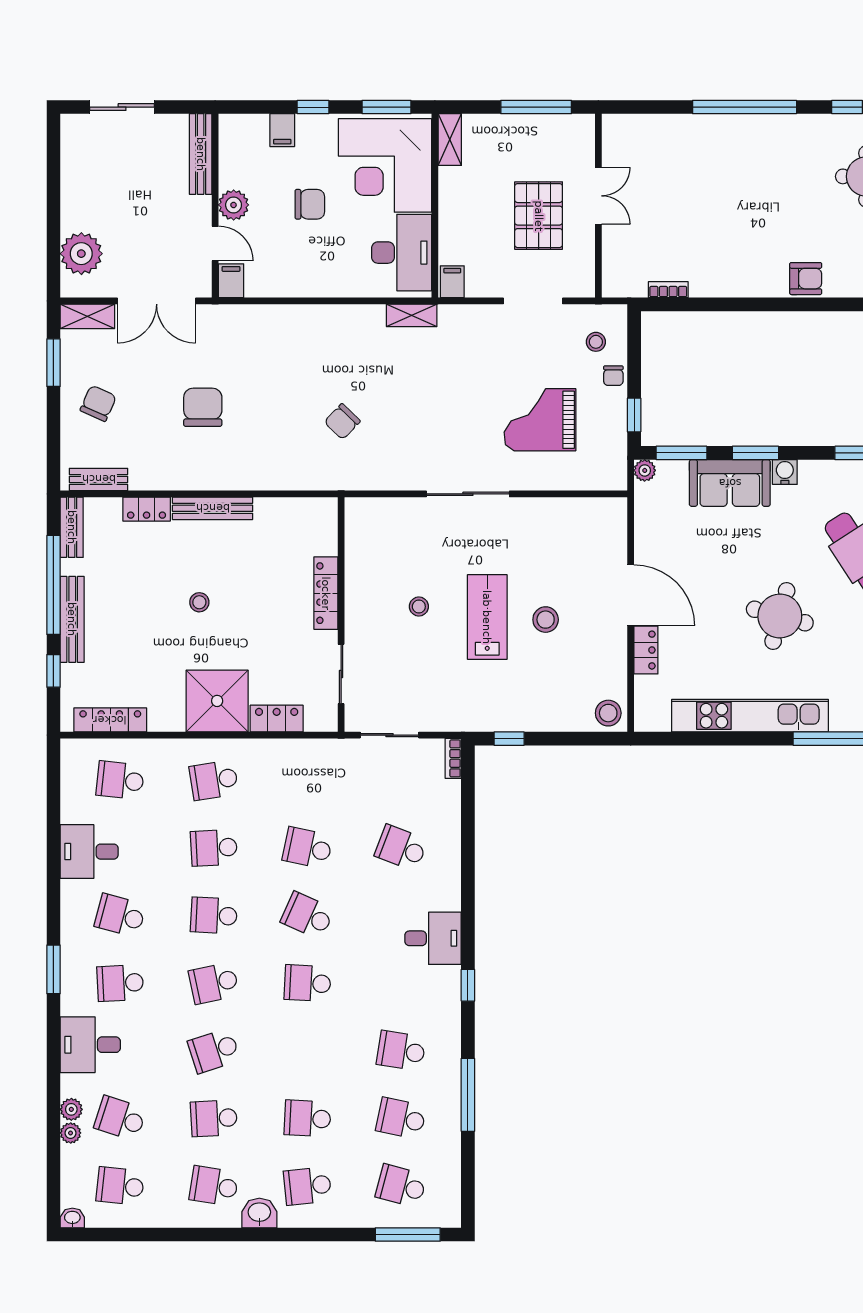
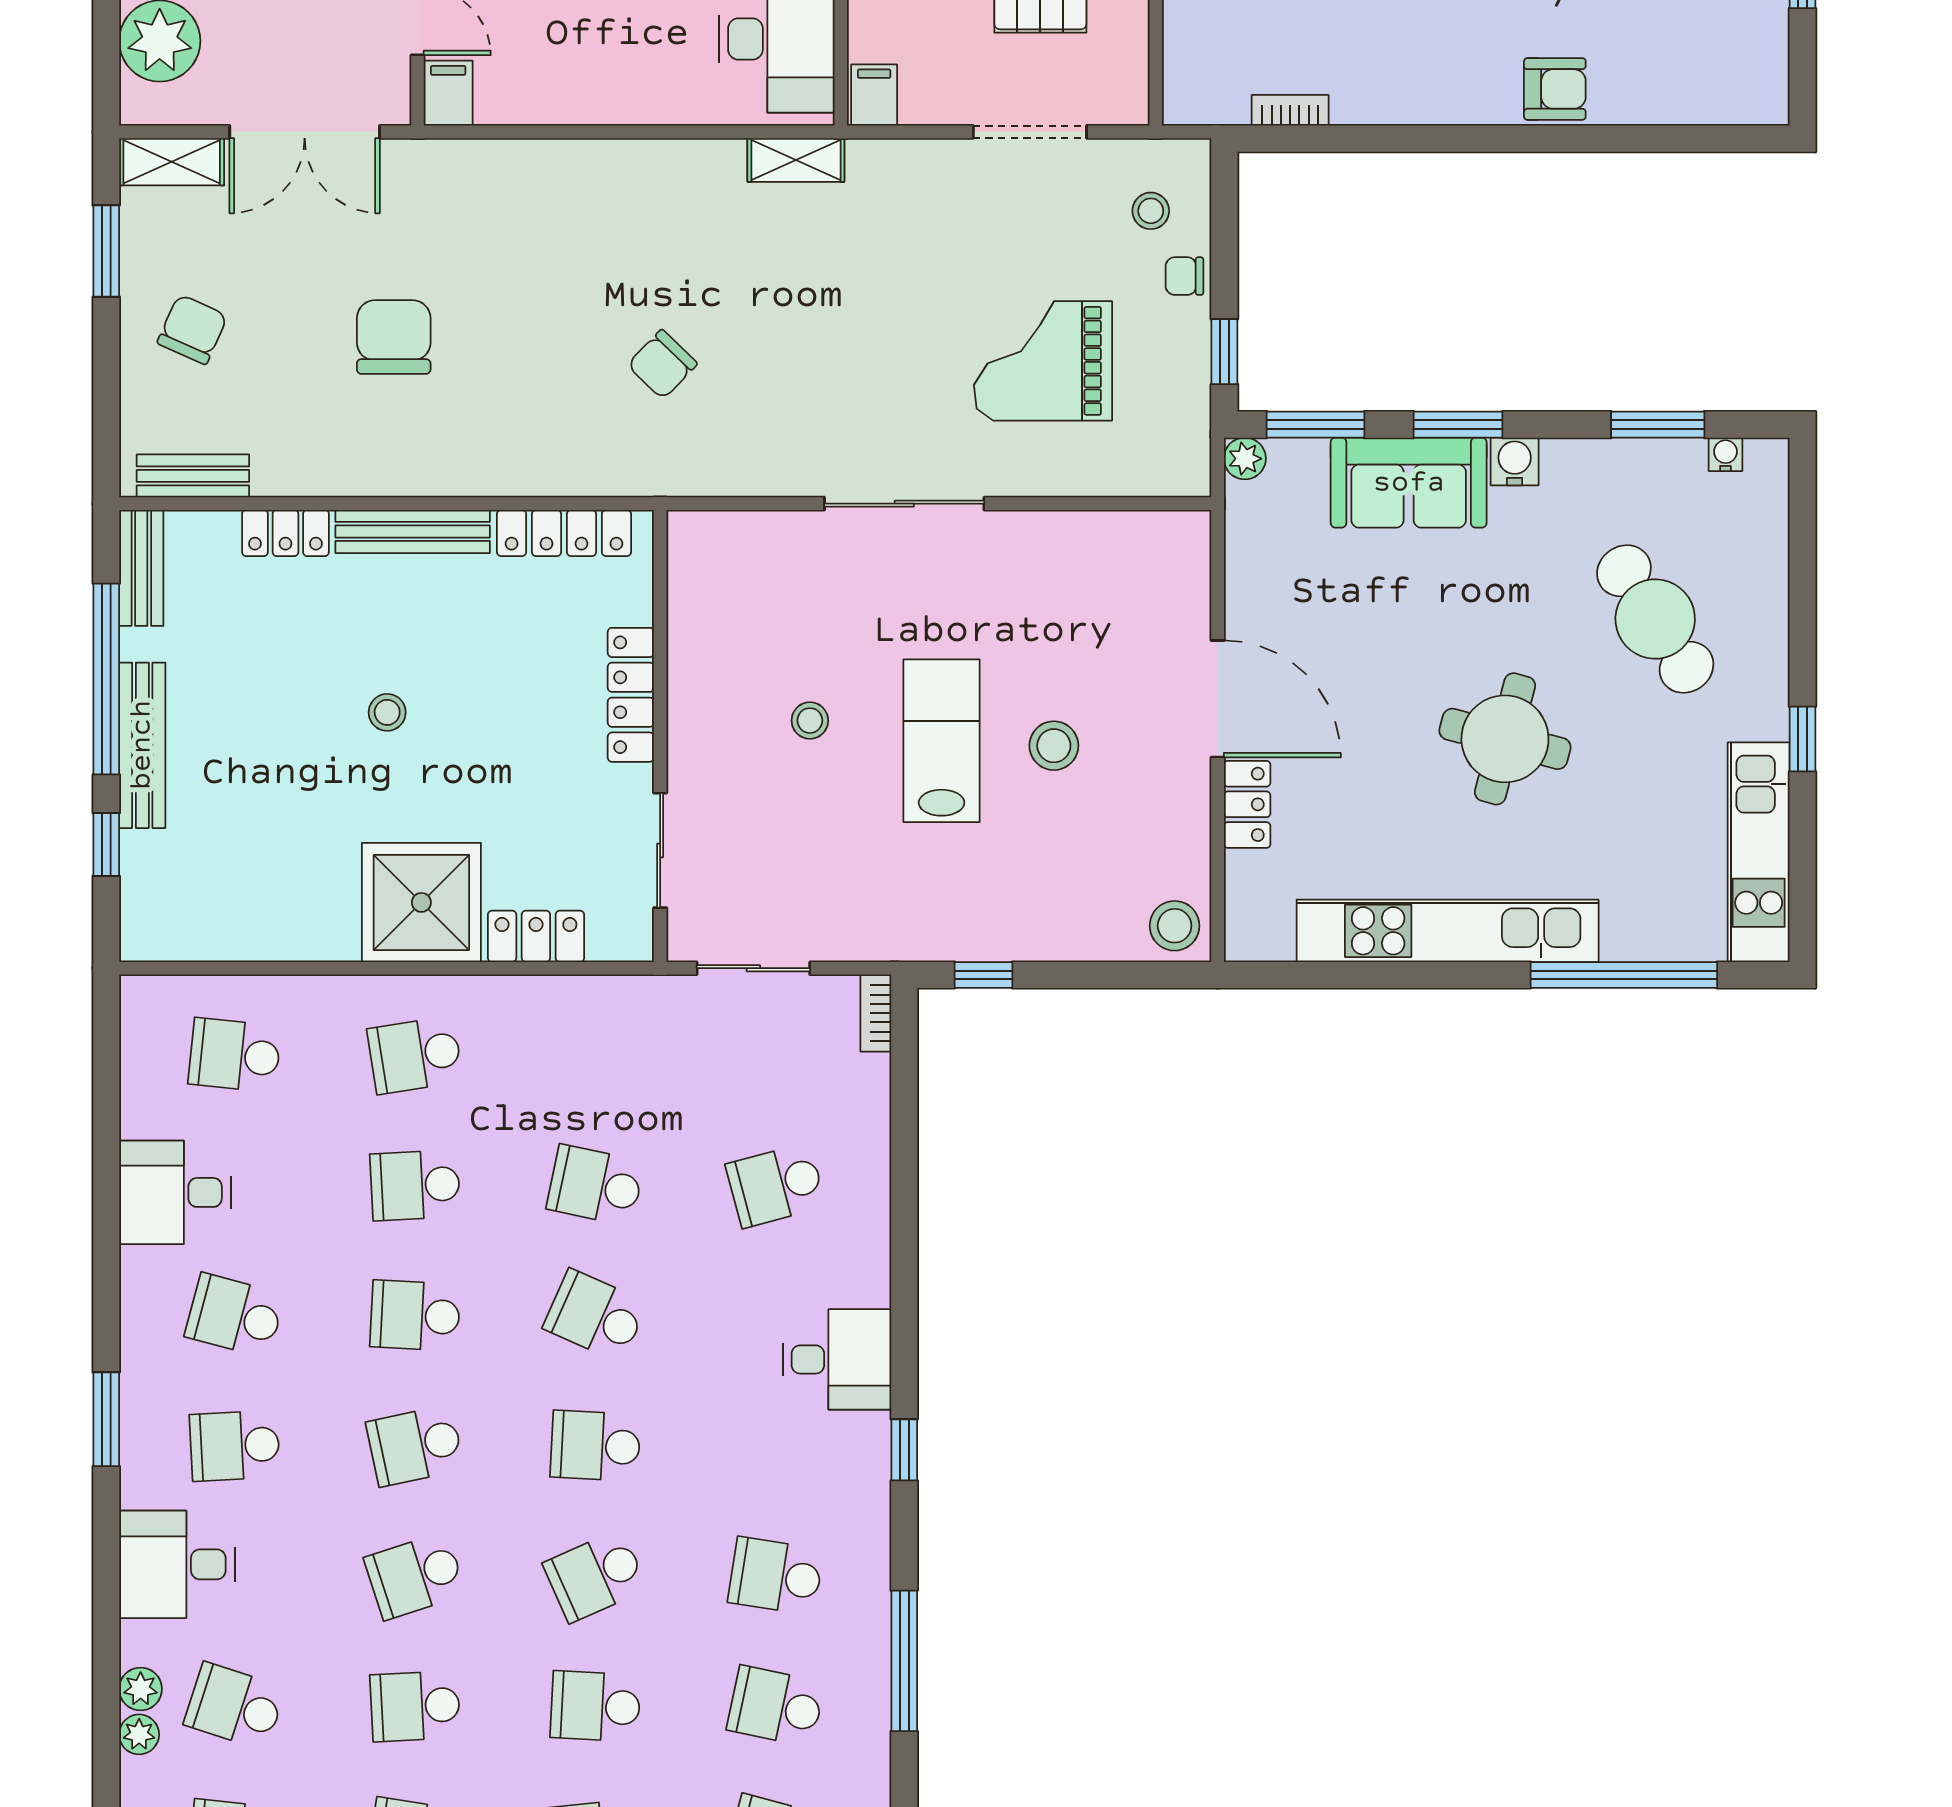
chair: (613, 376) -> (1184, 276), turned 90
locker: (110, 720) -> (564, 533), moved, turned 180
school desk: (401, 848) -> (776, 1185), turned -36
school desk: (307, 1051) -> (595, 1576), added

